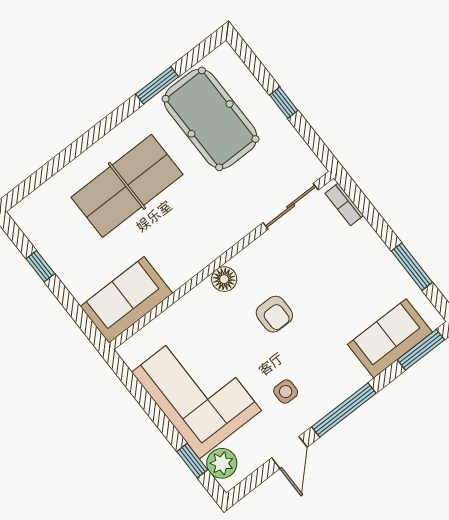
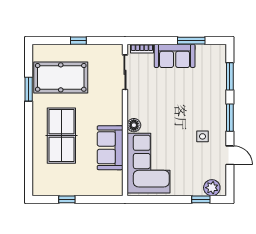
sofa: (126, 300) -> (110, 148), moved
armchair: (274, 314) -> (166, 115), removed
sofa: (390, 338) -> (175, 56), moved, turned -90
window: (421, 350) -> (230, 76), moved
corner sofa: (196, 391) -> (148, 163), moved, turned 90
window: (344, 410) -> (230, 118), width x0.69

